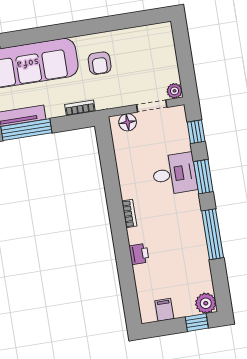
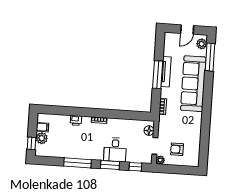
armchair: (100, 63) -> (177, 149), moved
plant: (206, 303) -> (42, 138), moved

